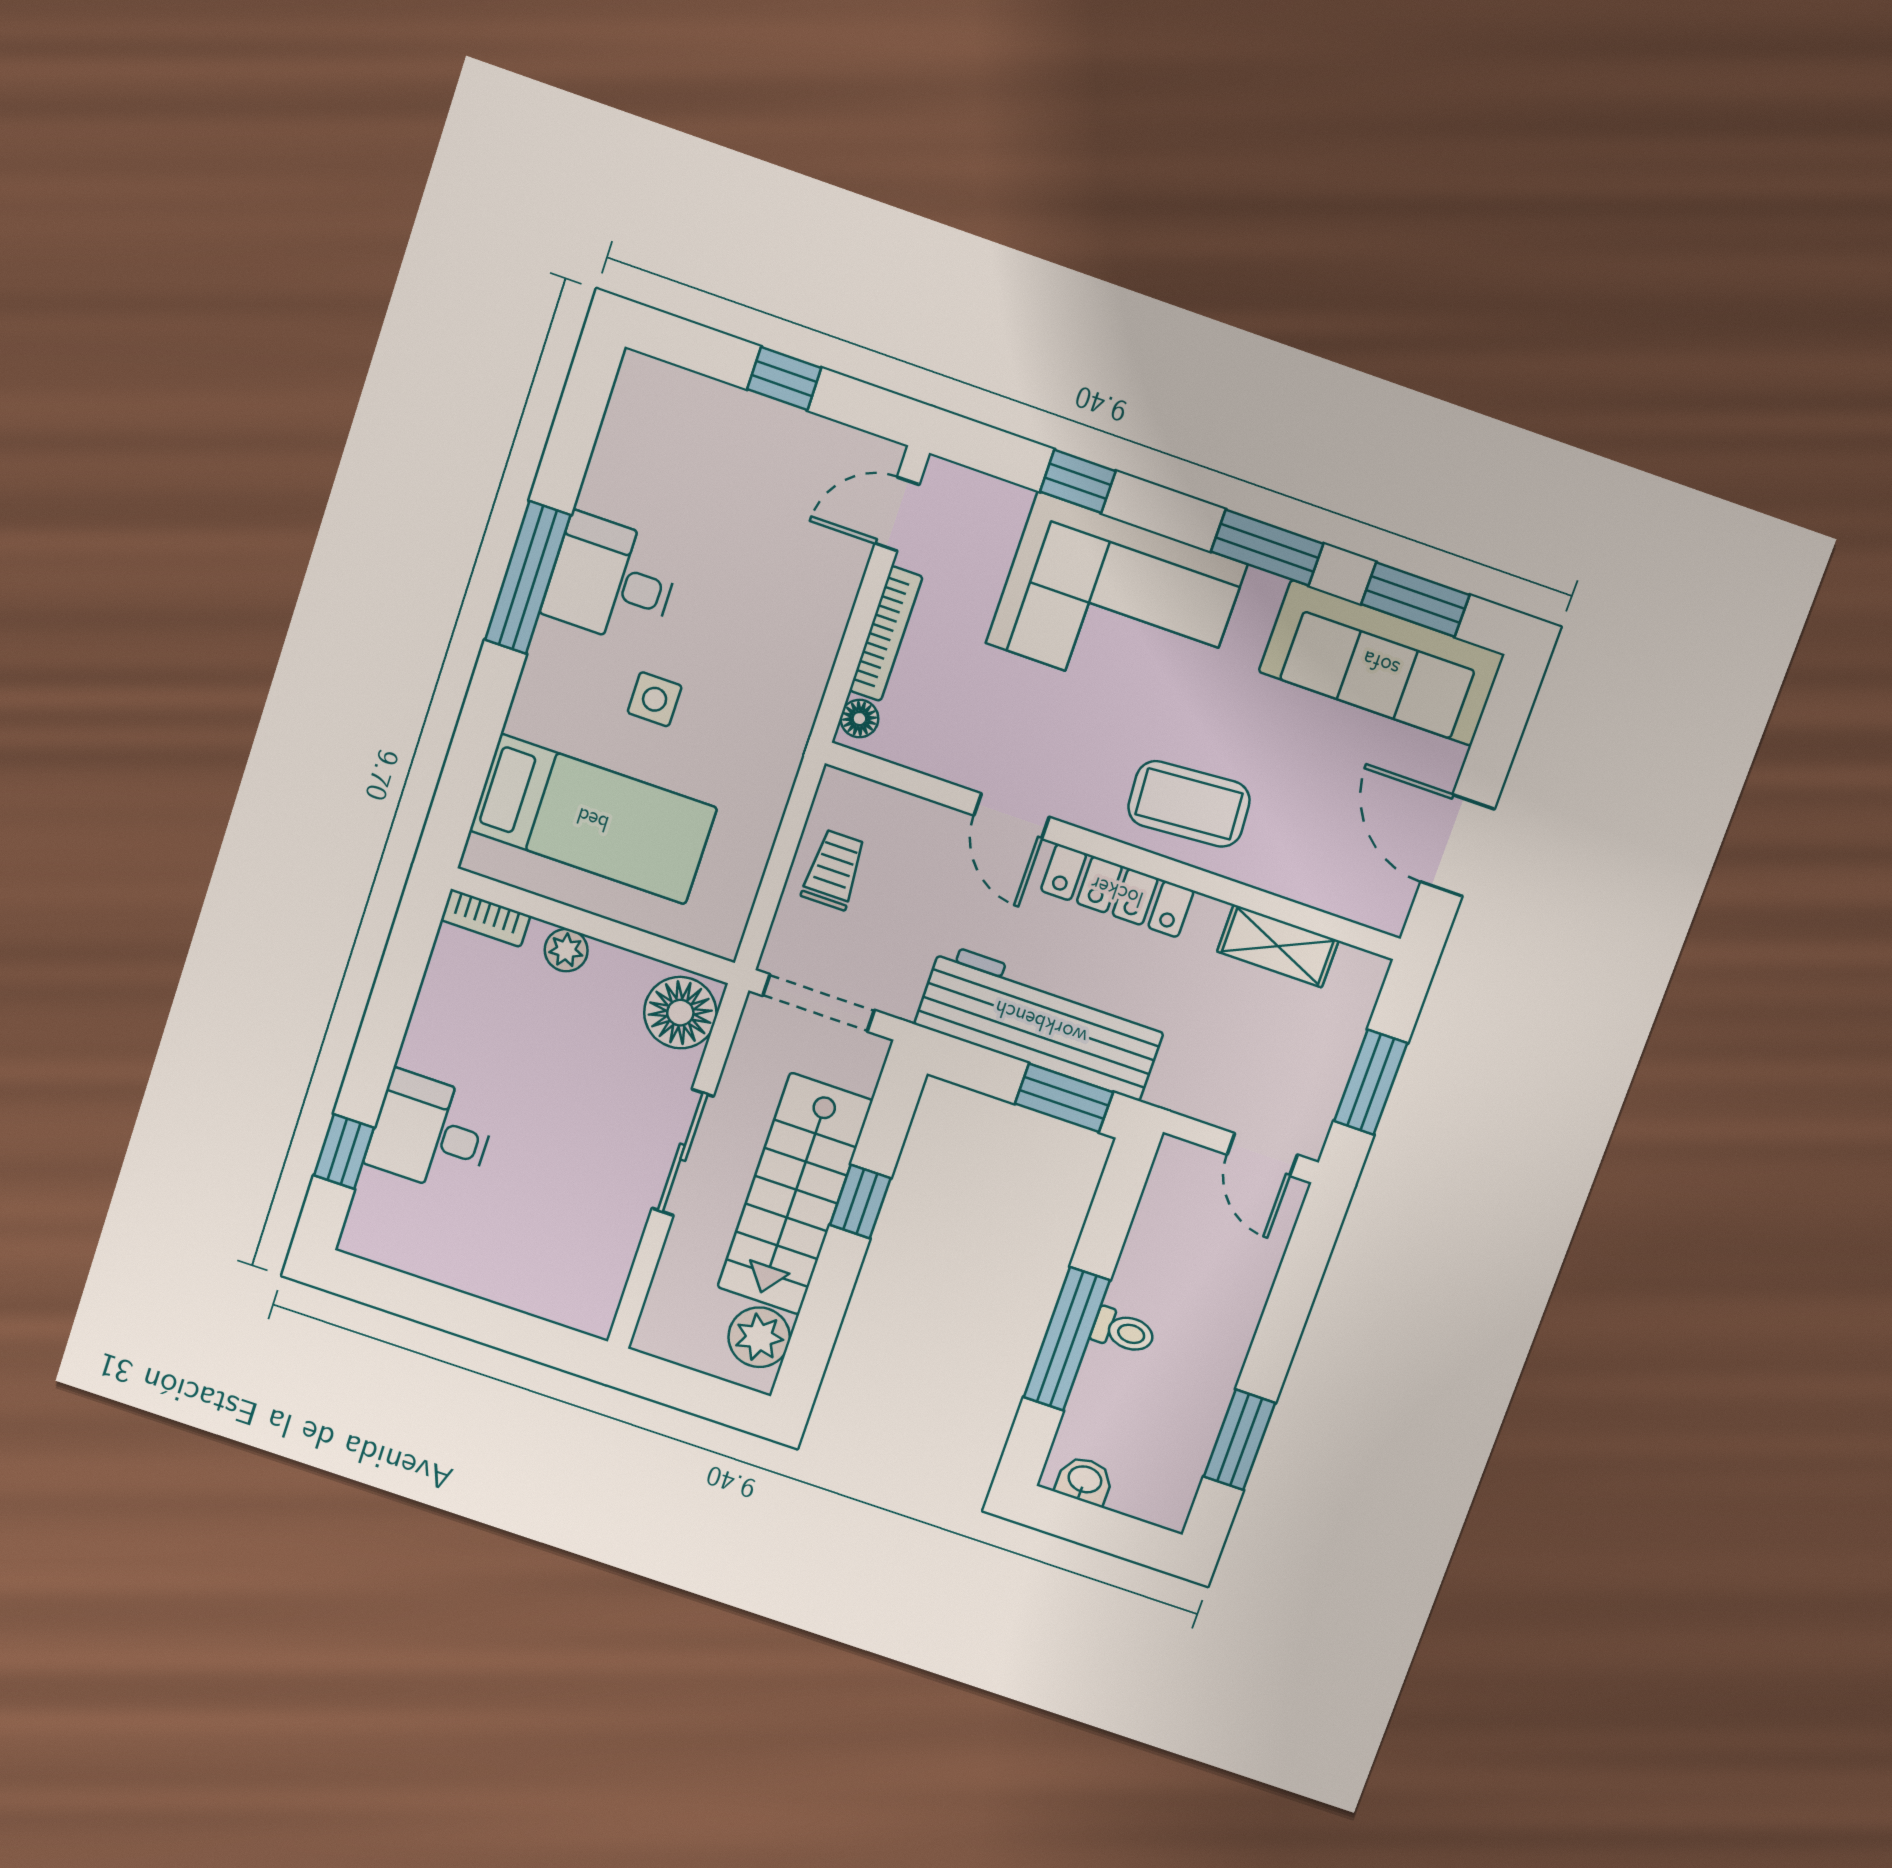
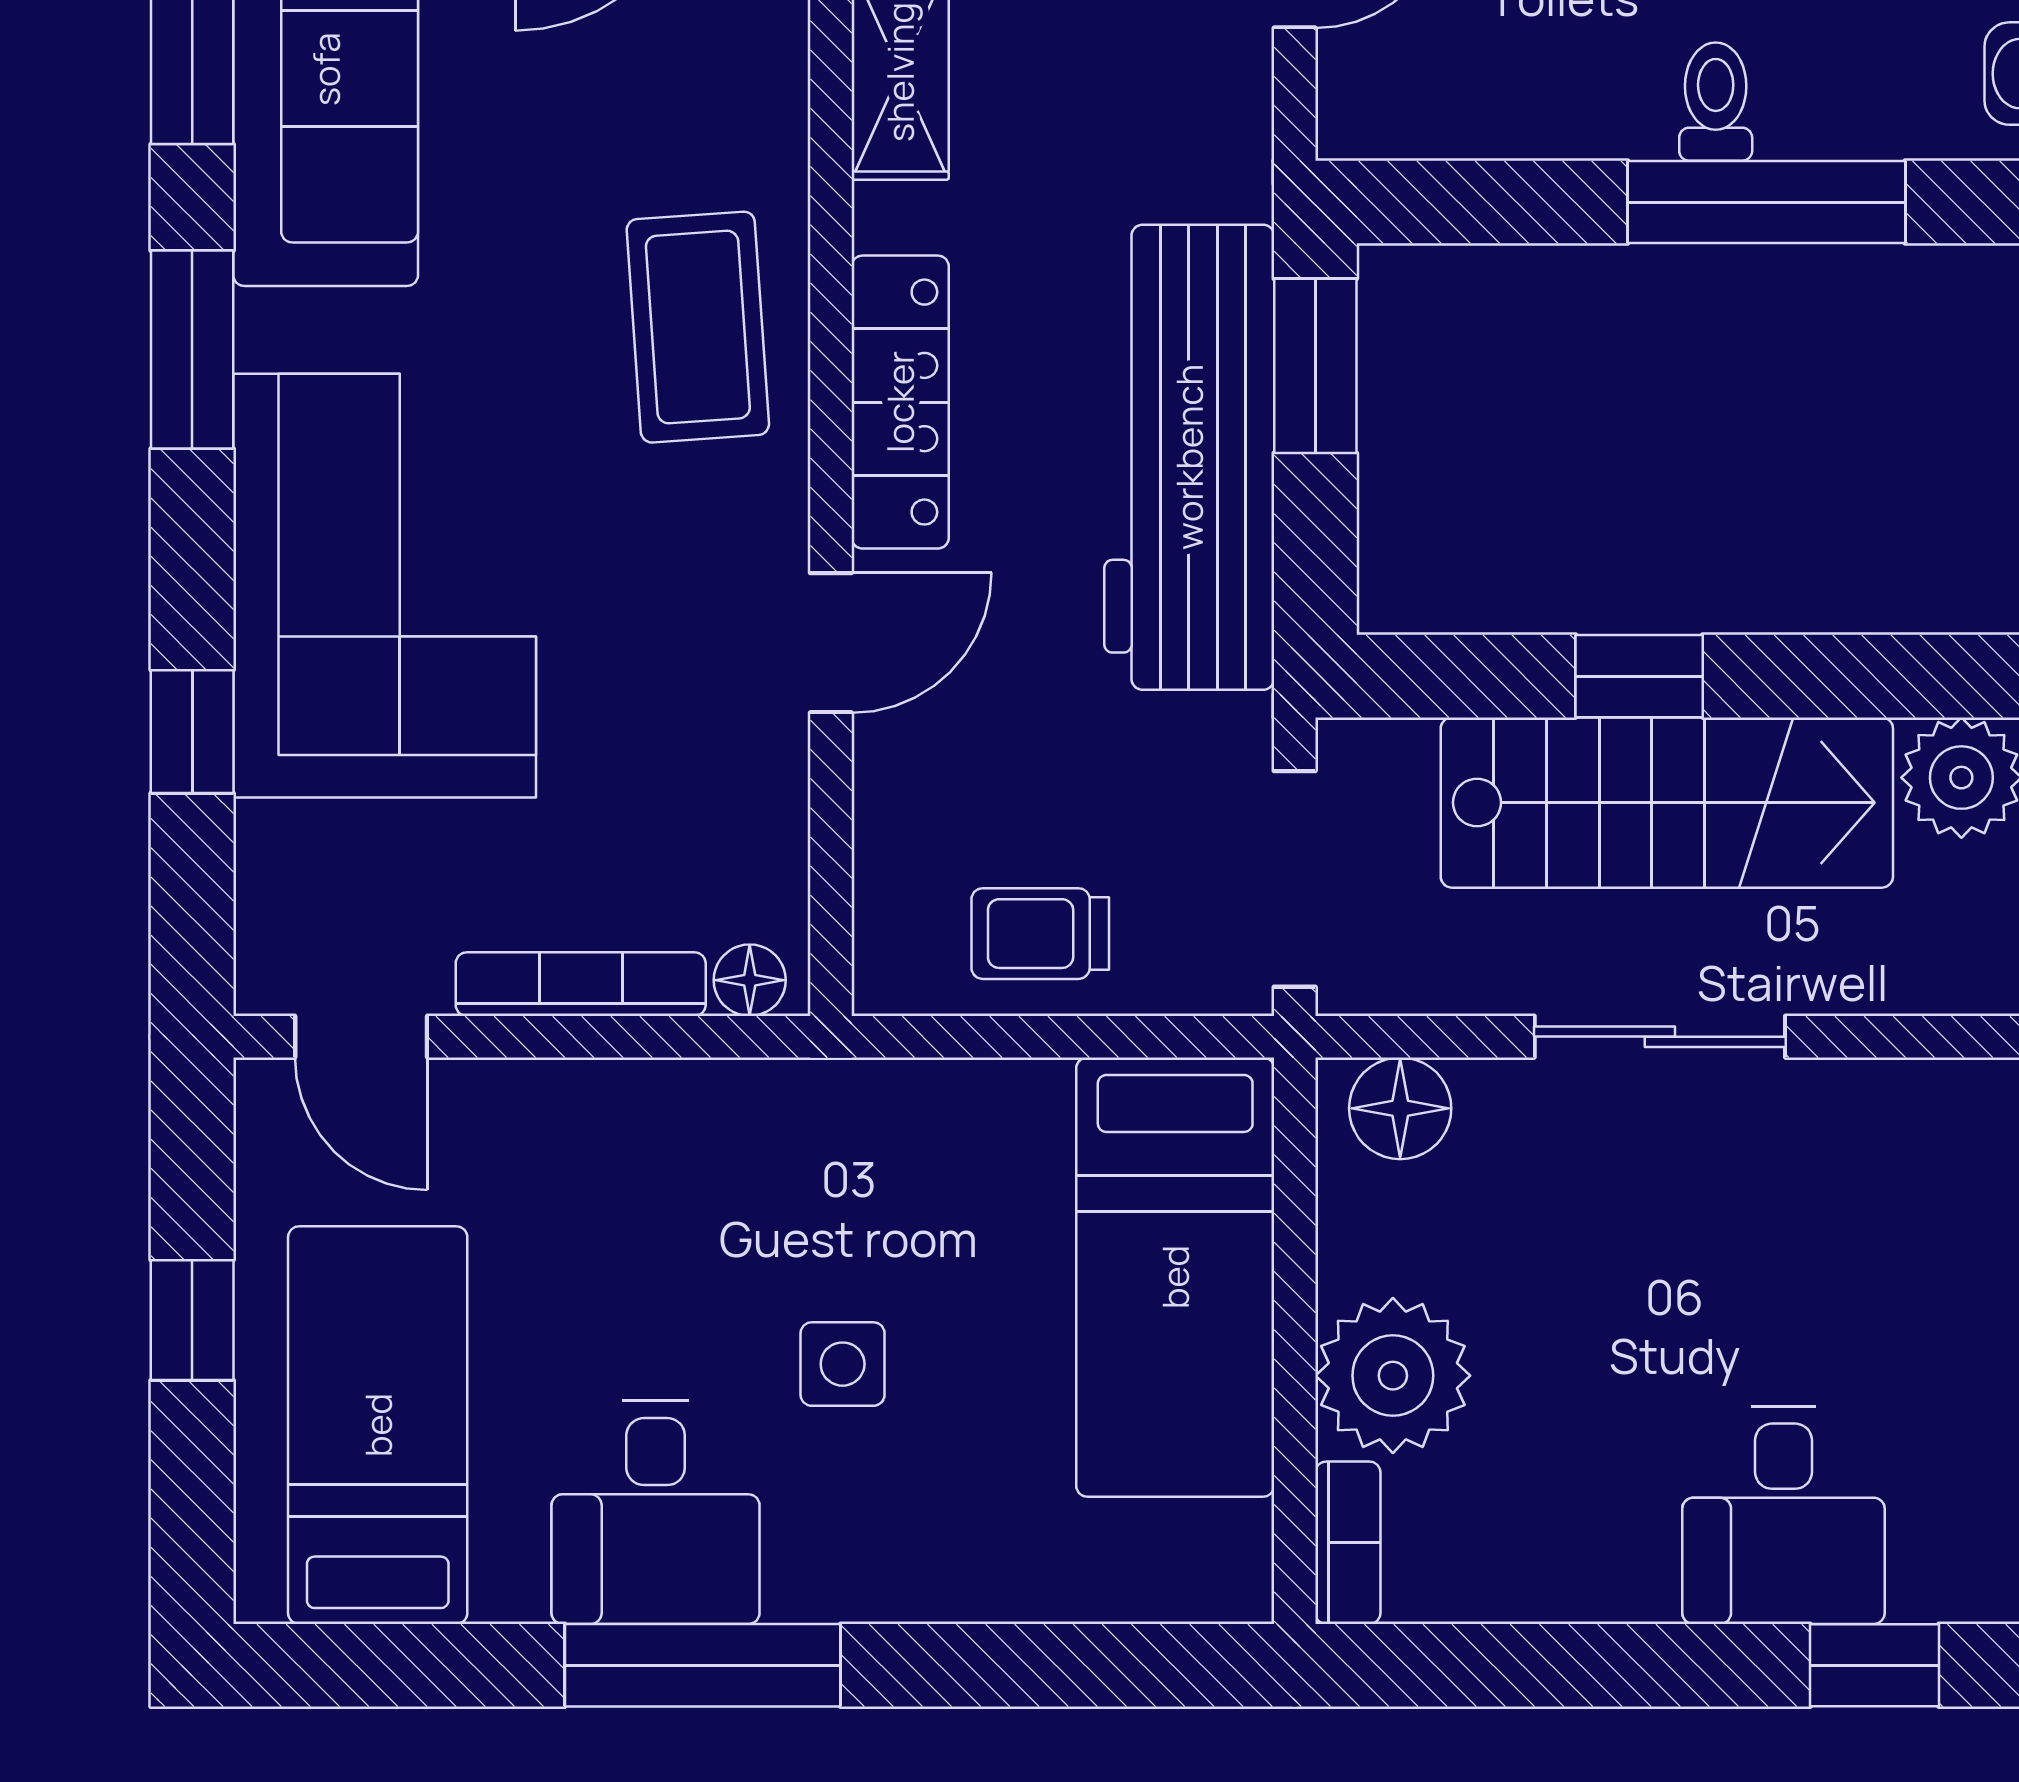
bed: (701, 455) -> (378, 1425), added
bed: (593, 819) -> (1175, 1277), moved, turned 180
plant: (566, 950) -> (1393, 1376), width x1.88, depth x1.88
floor lamp: (680, 1013) -> (1400, 1108), width x0.73, depth x0.73

